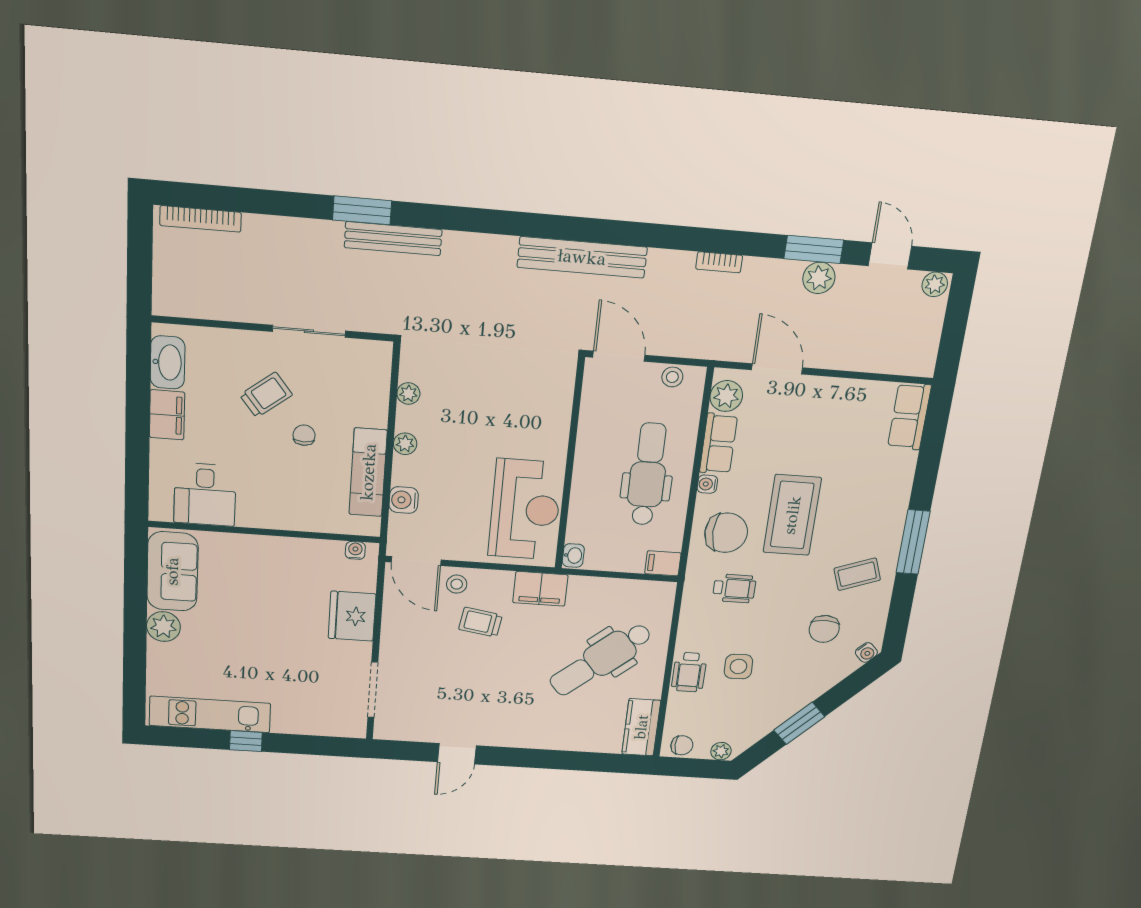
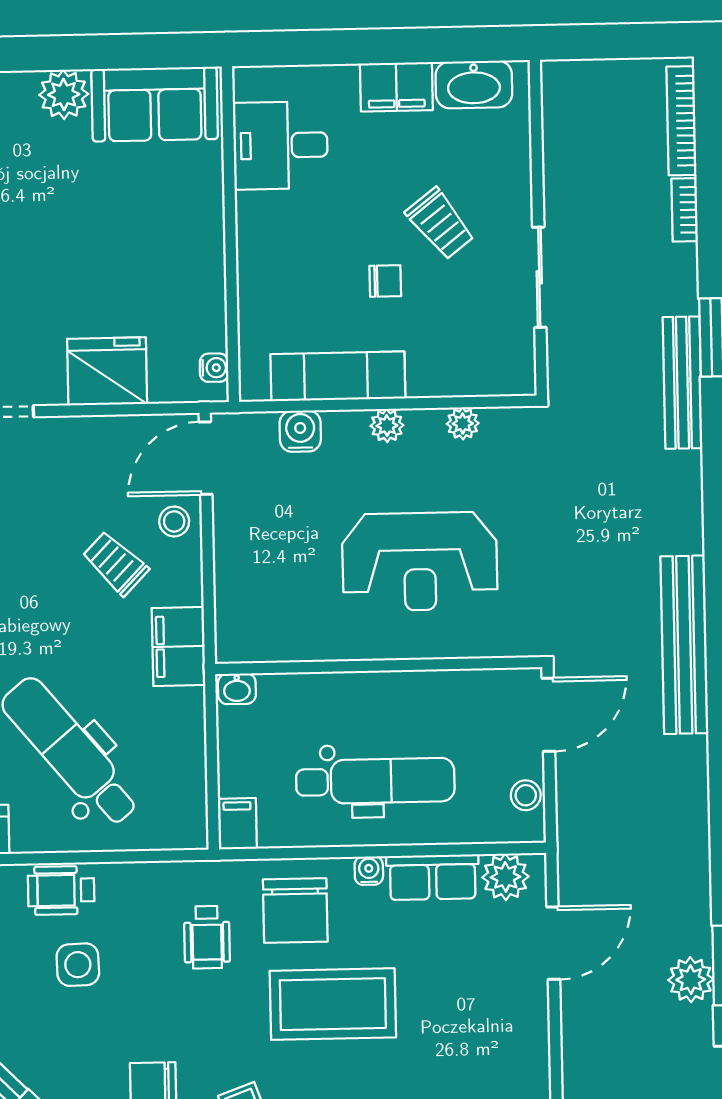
bookcase: (719, 262) -> (685, 210), moved
reception desk: (525, 509) -> (420, 562), moved
trolley: (480, 622) -> (115, 563), turned -55

